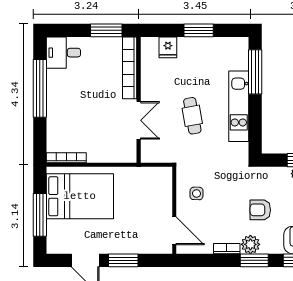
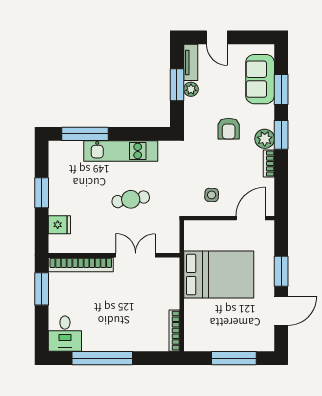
bed: (80, 196) -> (219, 275), moved, turned 90

